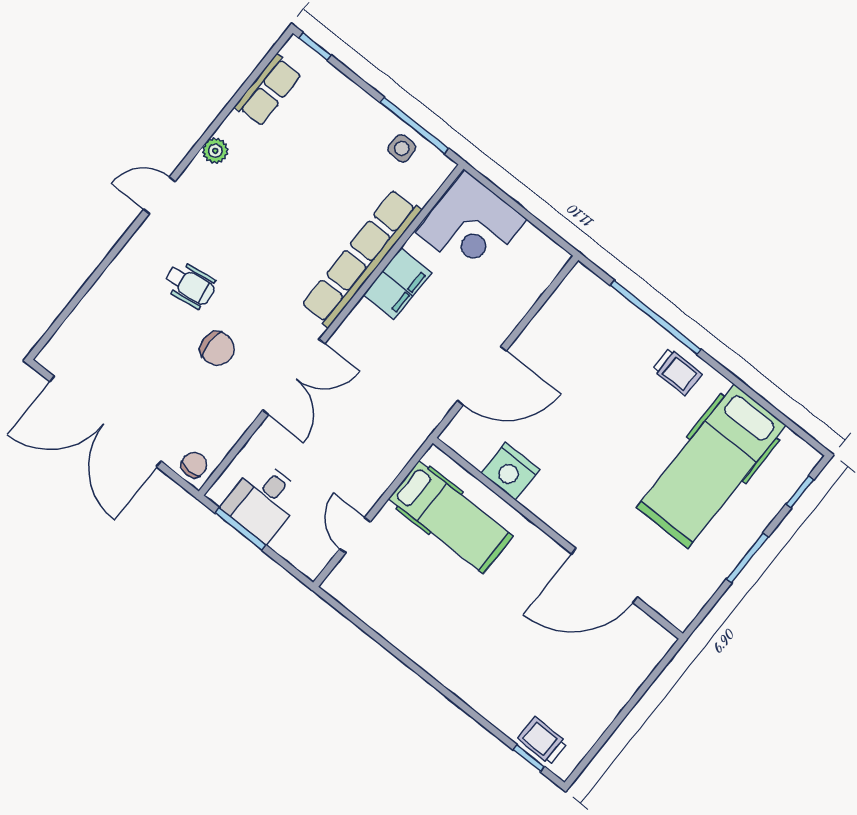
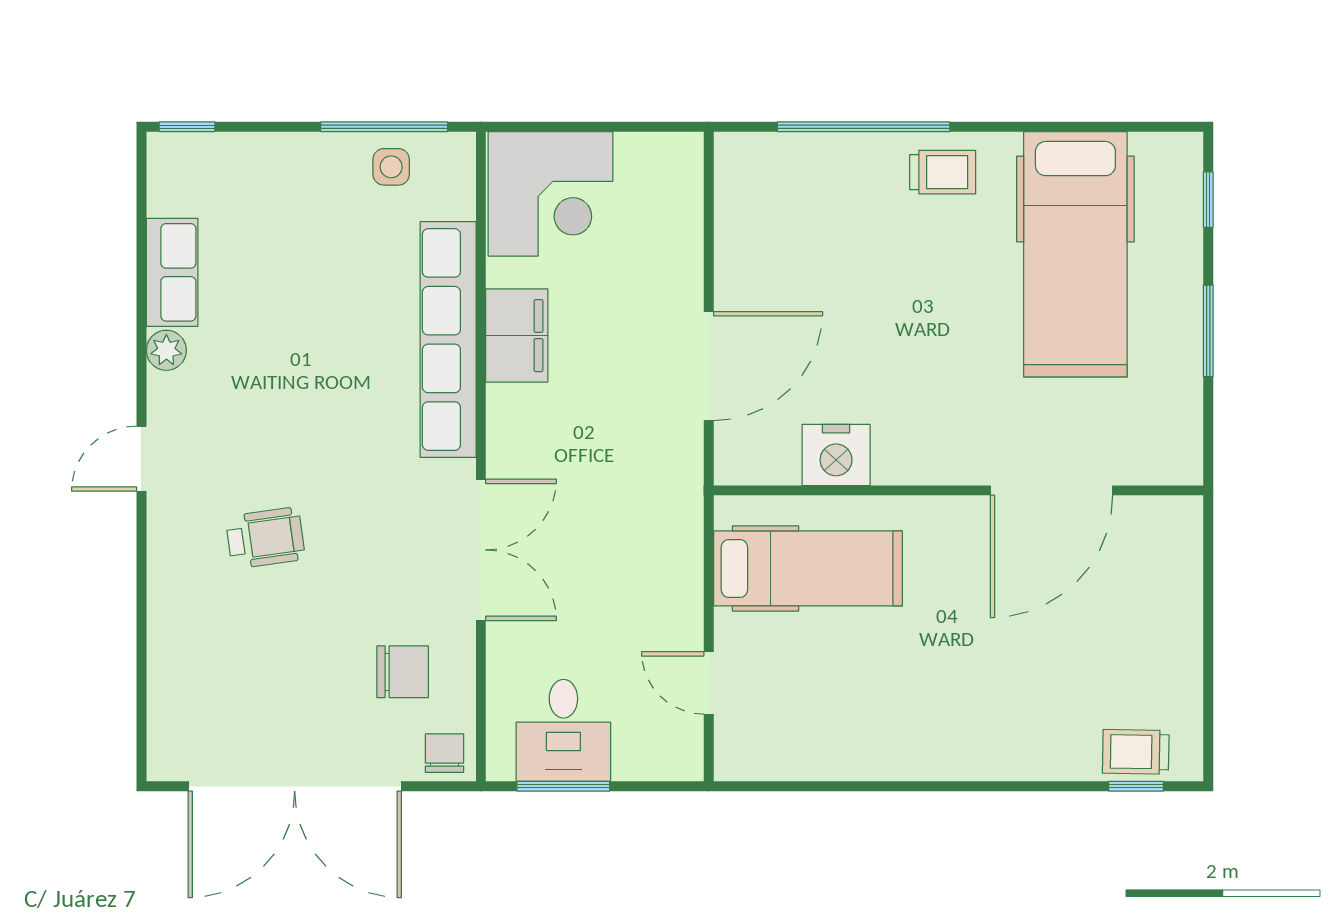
row of seats: (268, 90) -> (172, 272), moved
chair: (217, 349) -> (403, 672), moved

